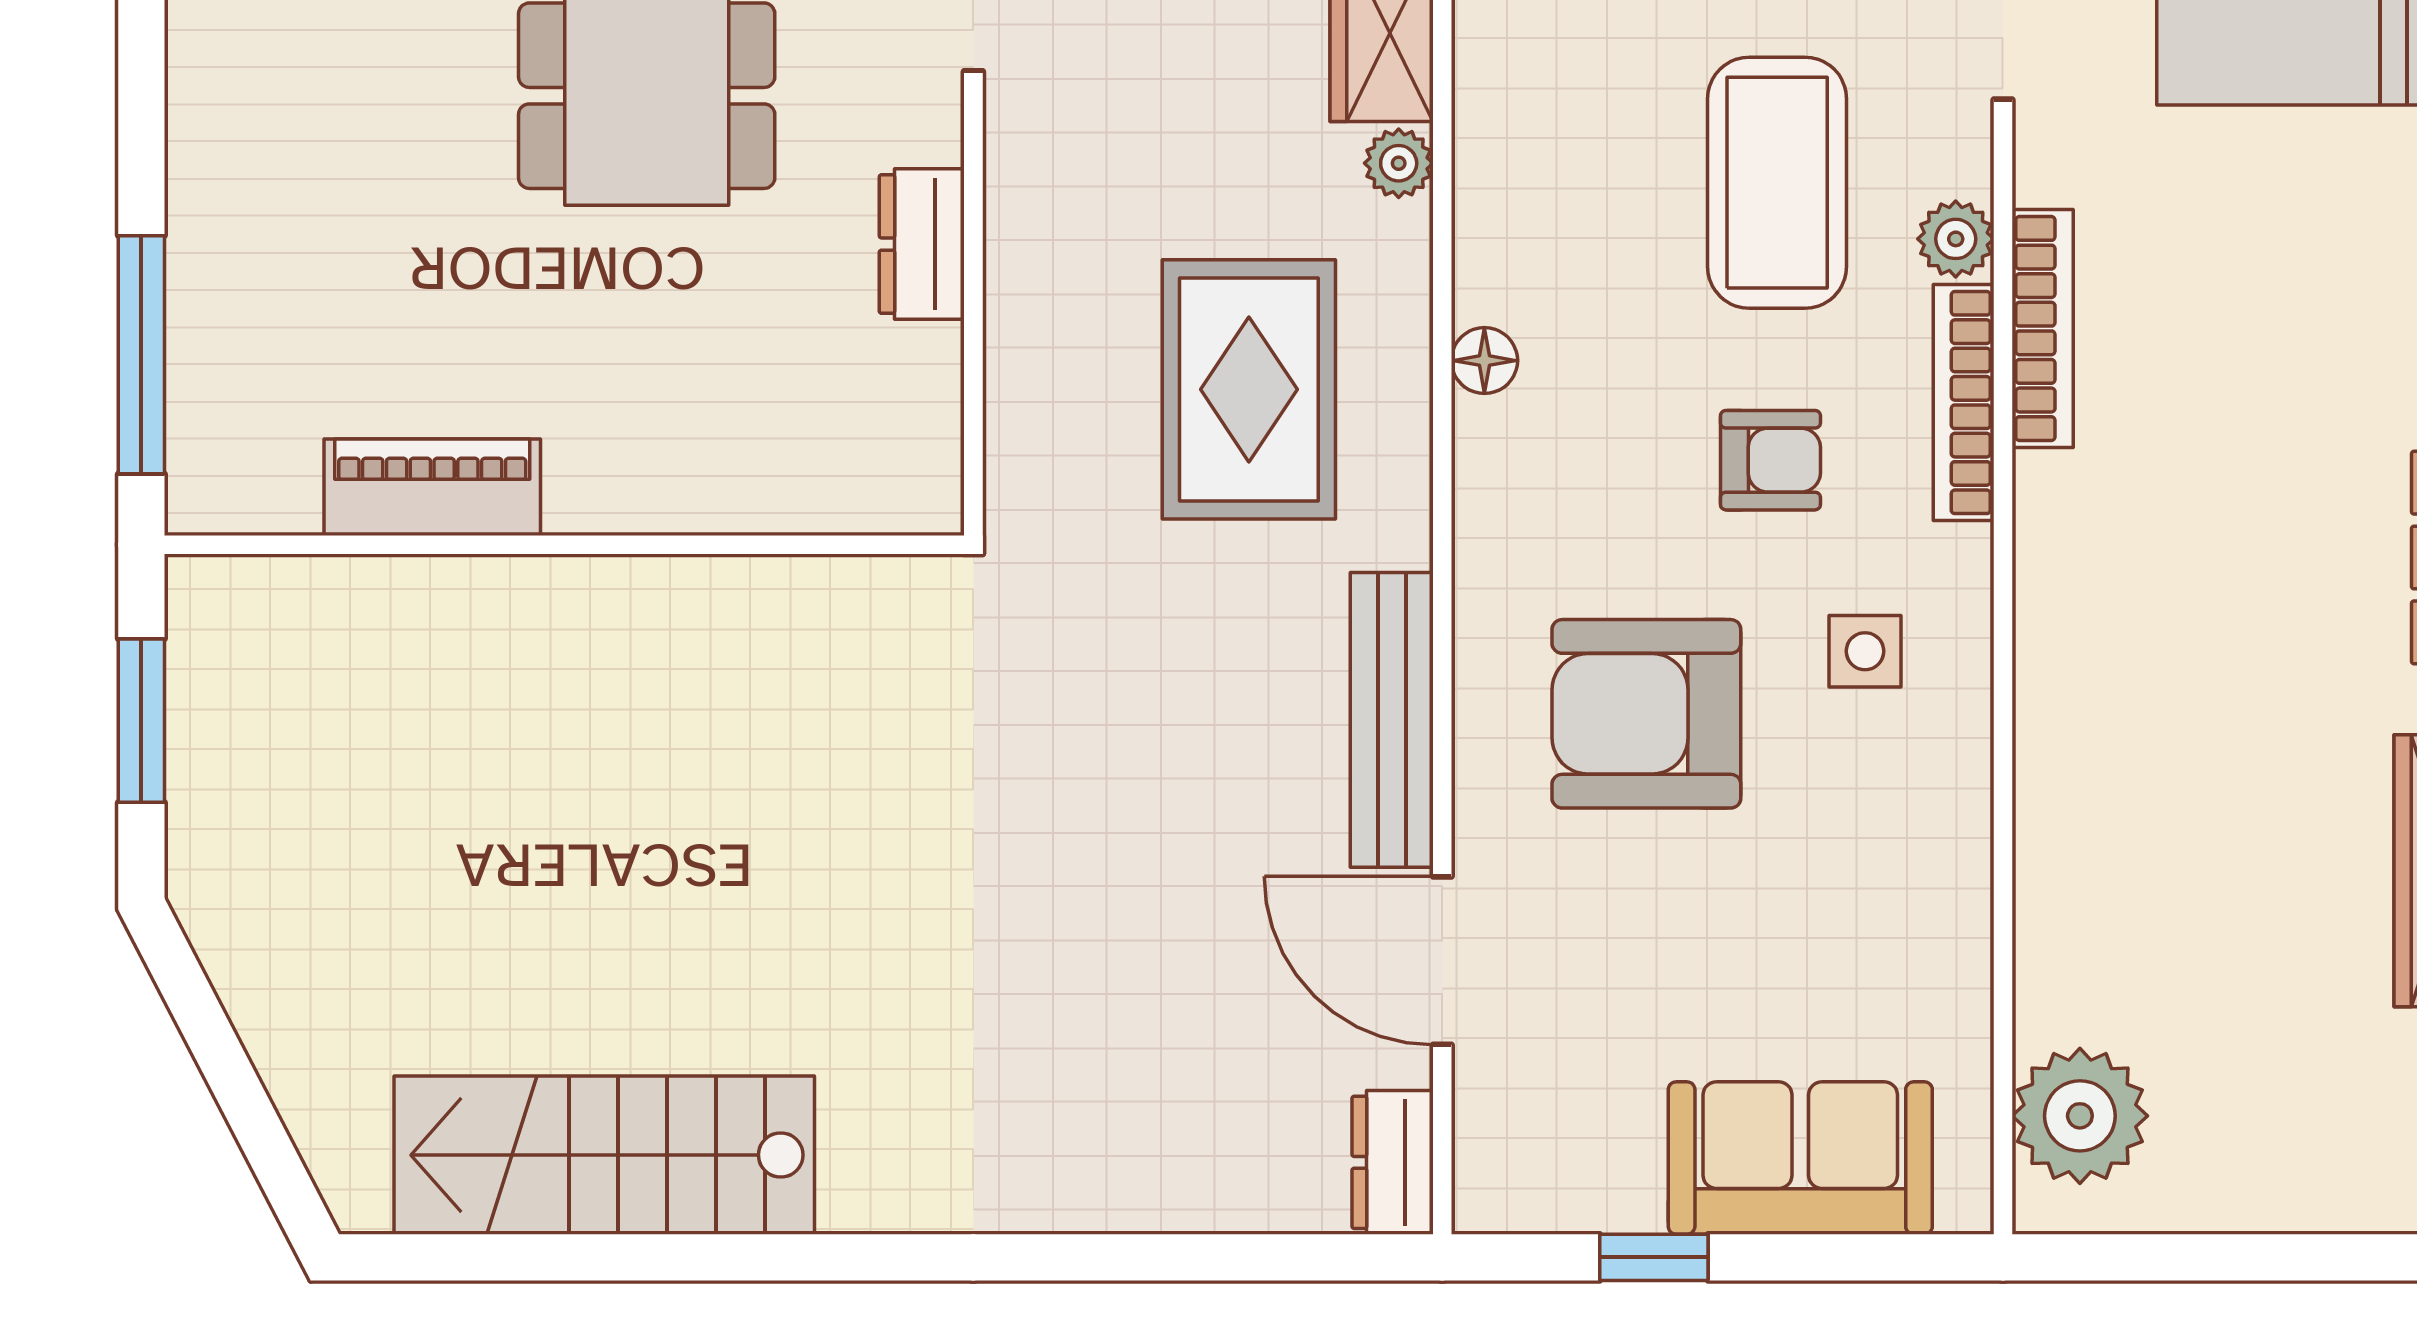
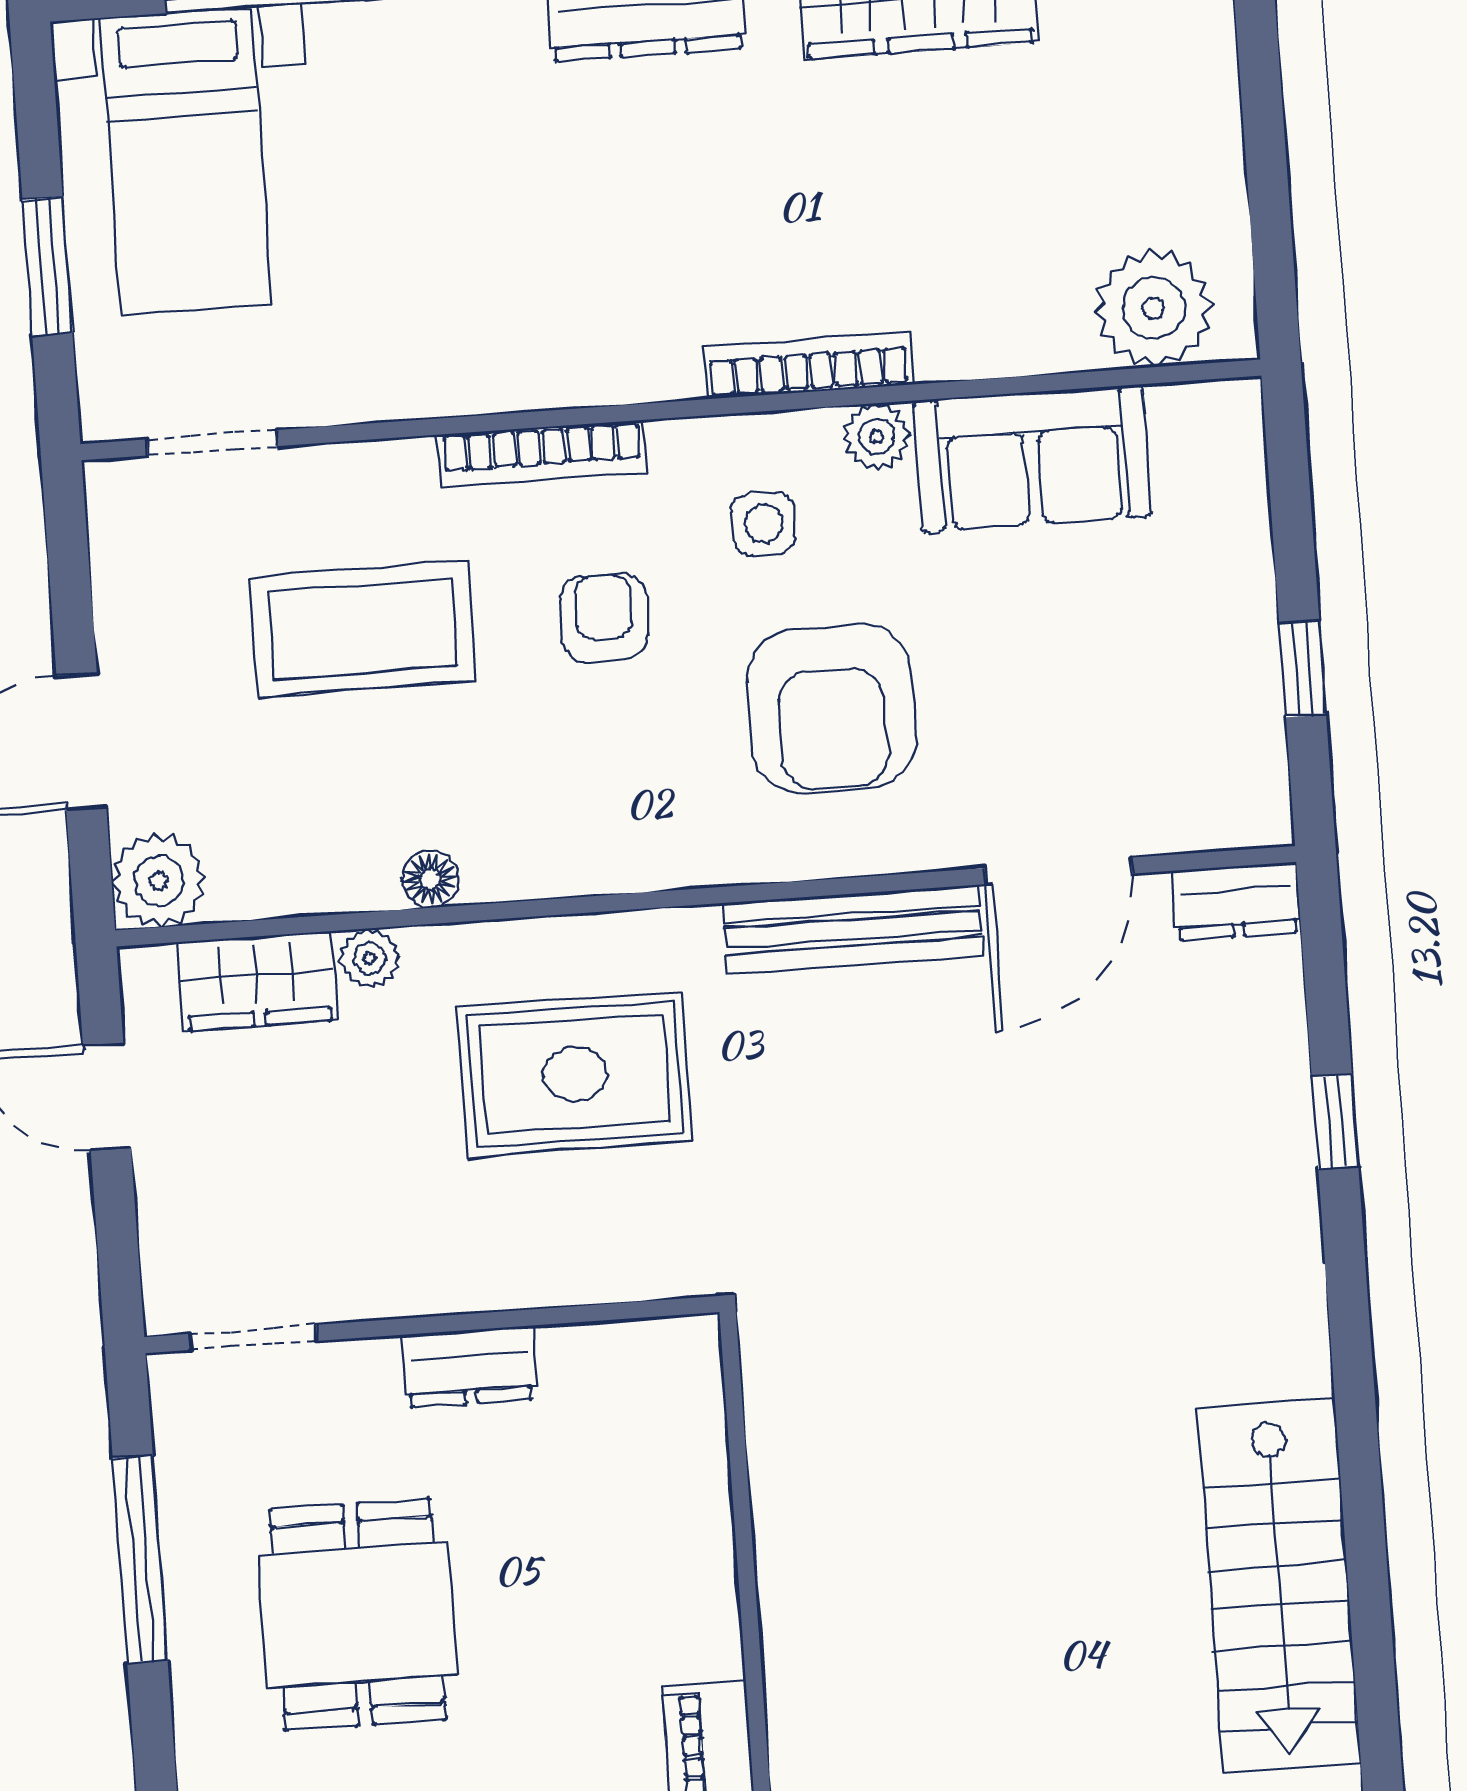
plant: (1956, 239) -> (876, 436), moved
bookcase: (2043, 329) -> (808, 365), moved
floor lamp: (1484, 361) -> (430, 879), moved
sofa: (1800, 1158) -> (1032, 458), moved, turned -90
window: (1132, 1257) -> (1335, 1121), added

